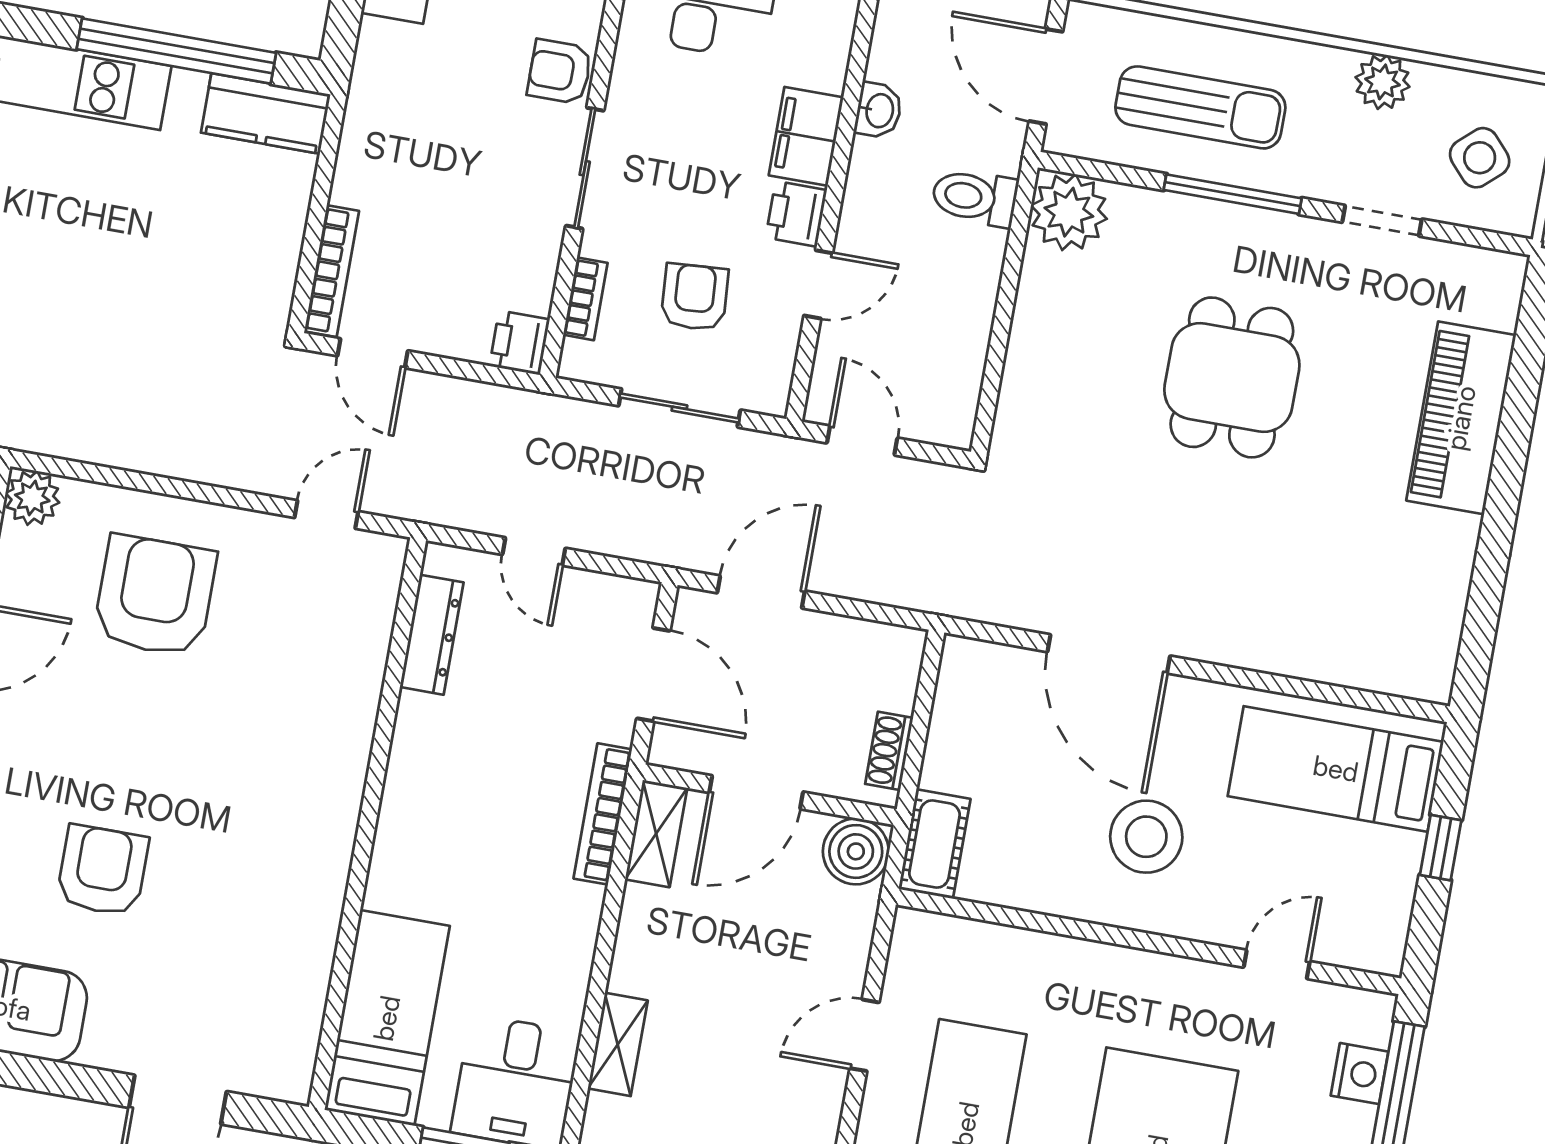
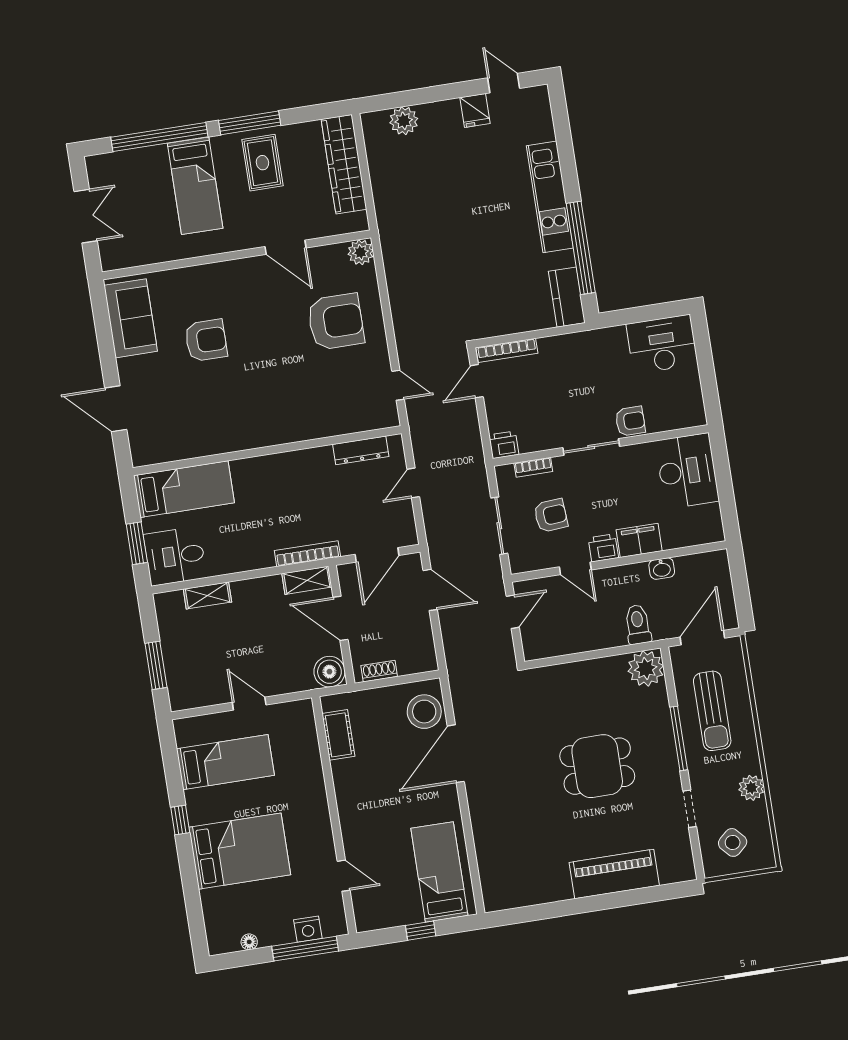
armchair: (560, 72) -> (630, 421), turned 90
stool: (1146, 837) -> (424, 712), moved
cot: (935, 844) -> (338, 735), moved, turned 90

